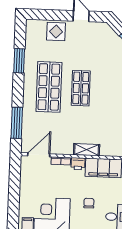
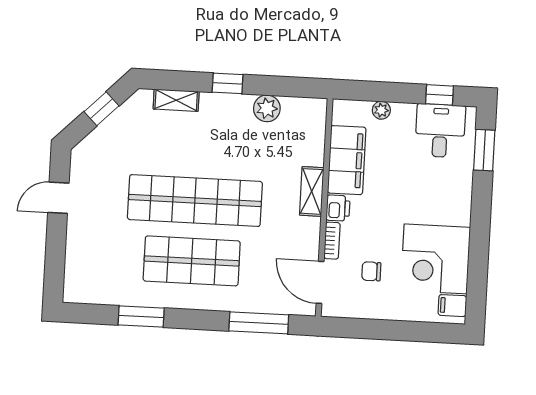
display table: (56, 32) -> (87, 246), removed
shop shelf: (81, 88) -> (195, 201), width x2.00, depth x1.36
chair: (89, 203) -> (371, 271), moved

